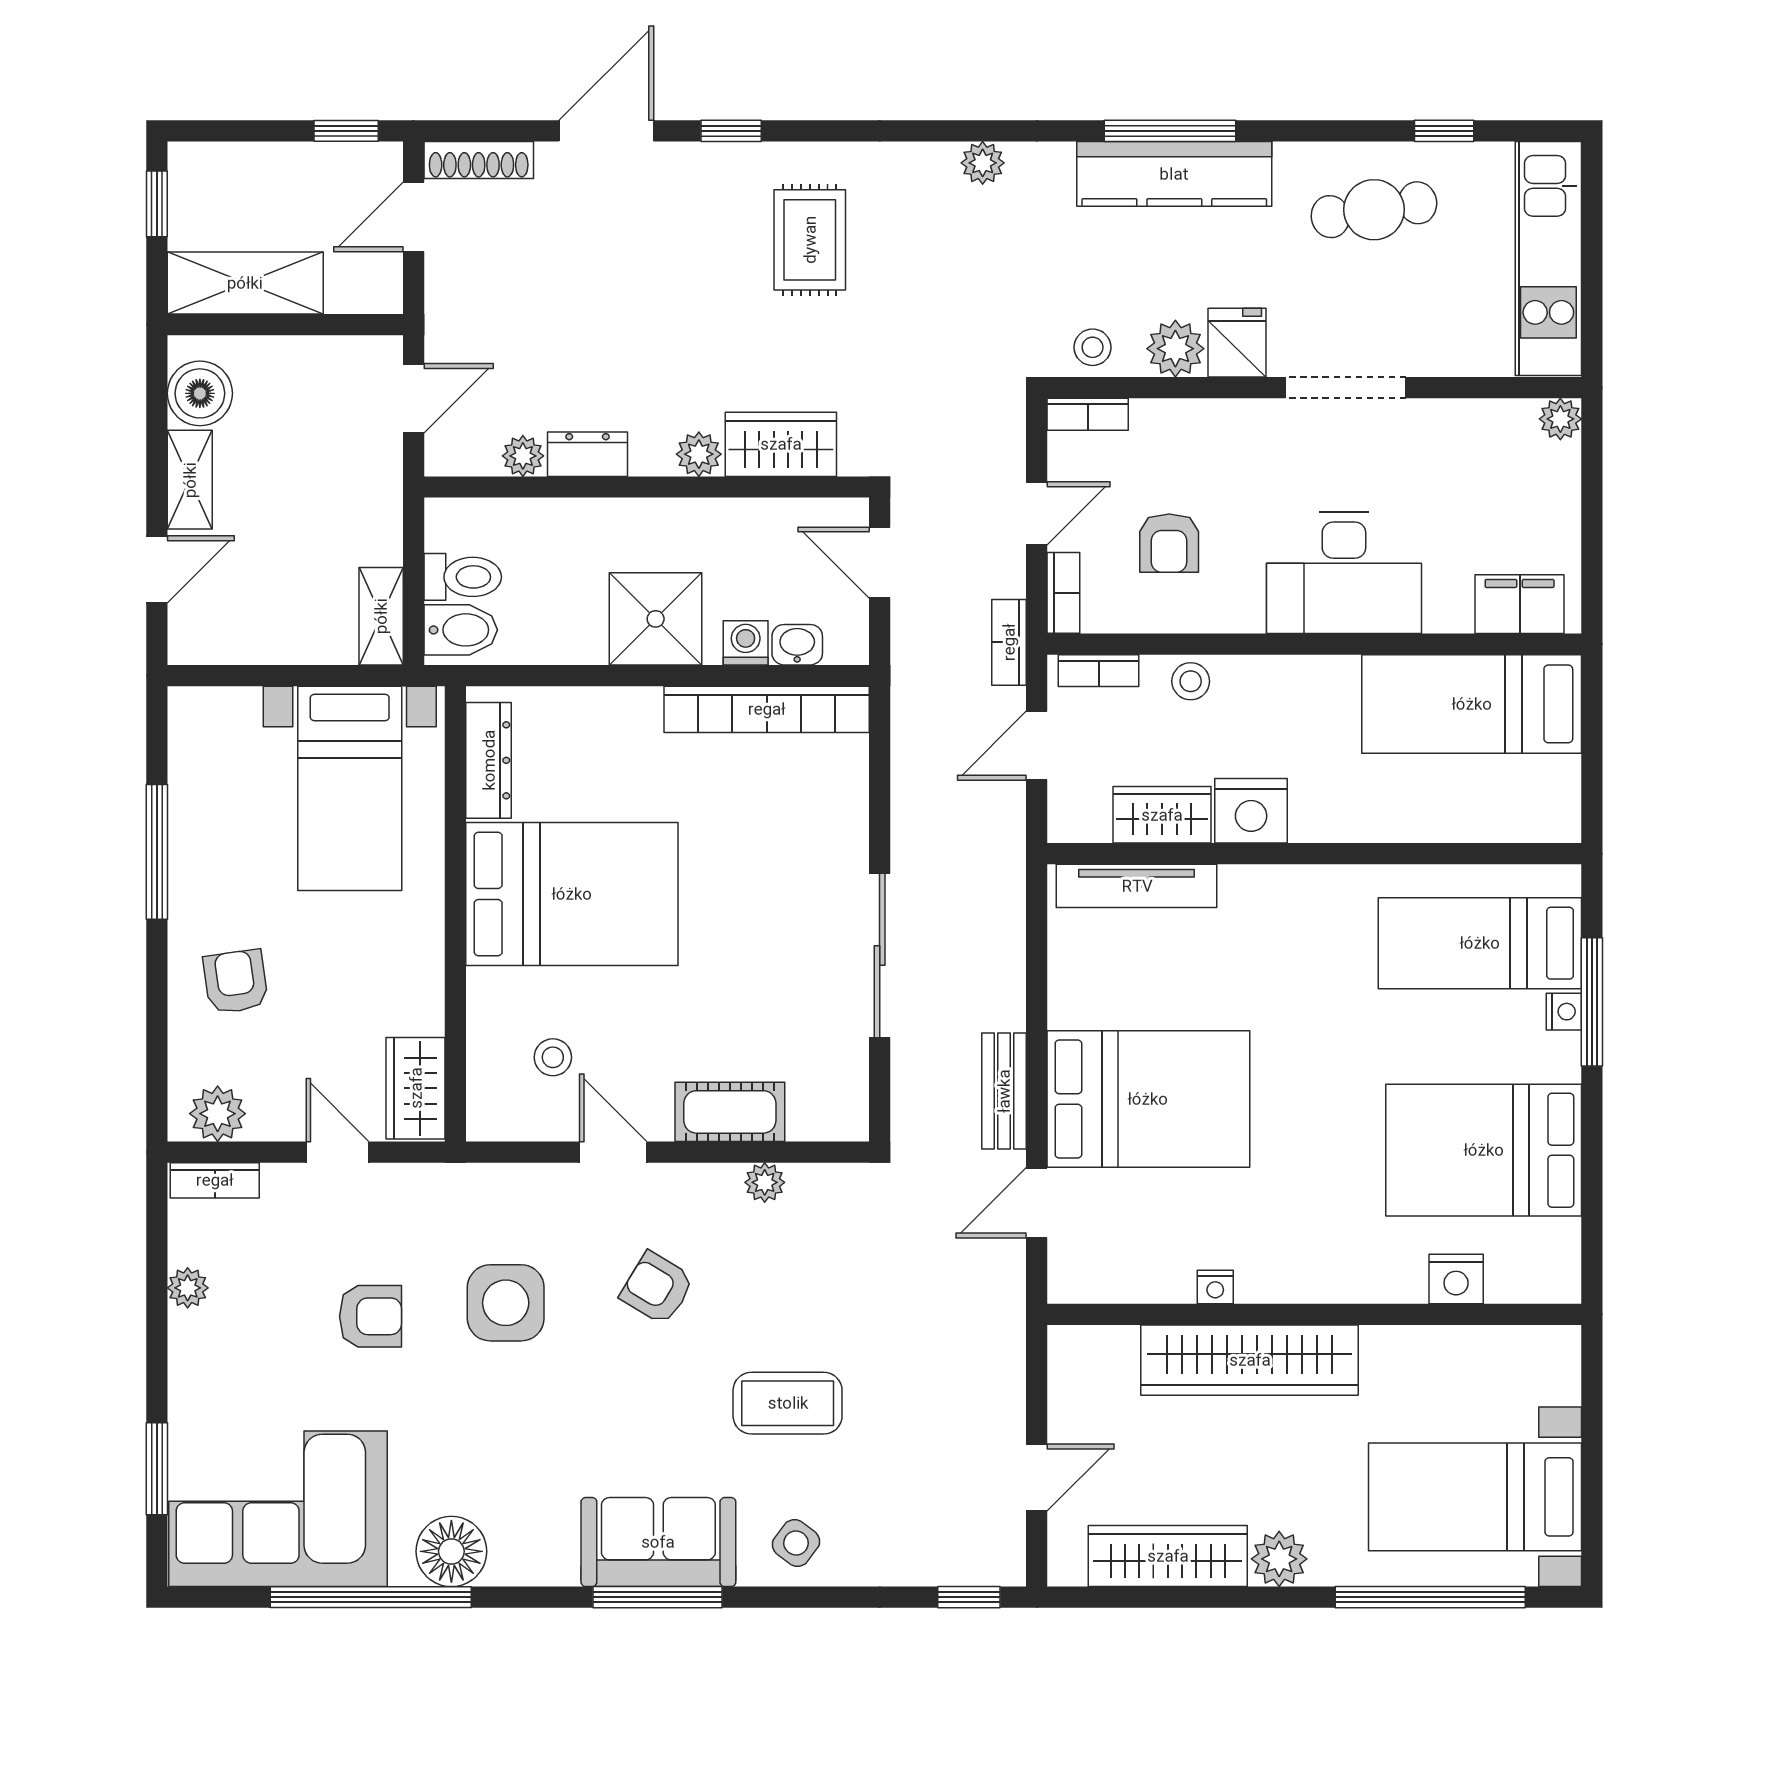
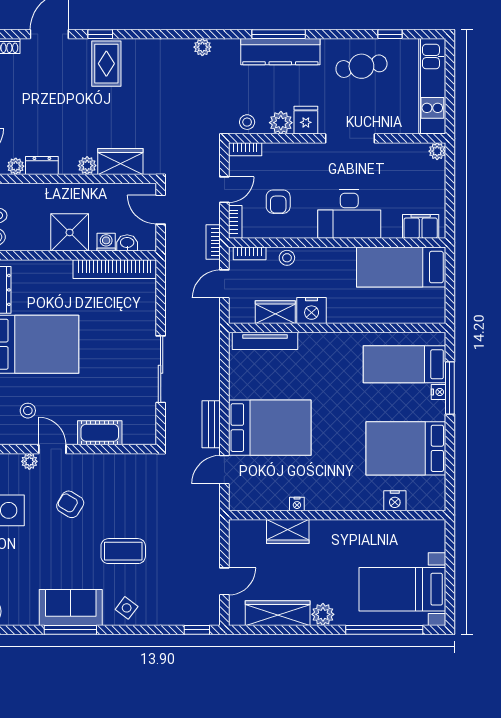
rug: (810, 240) -> (106, 64), moved
plant: (765, 1182) -> (29, 461), moved
wardrobe: (1250, 1360) -> (288, 532), width x0.48, depth x0.85

